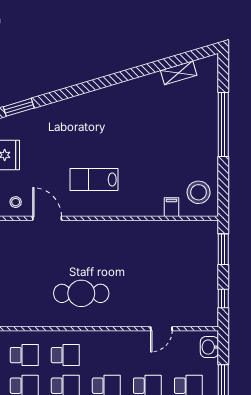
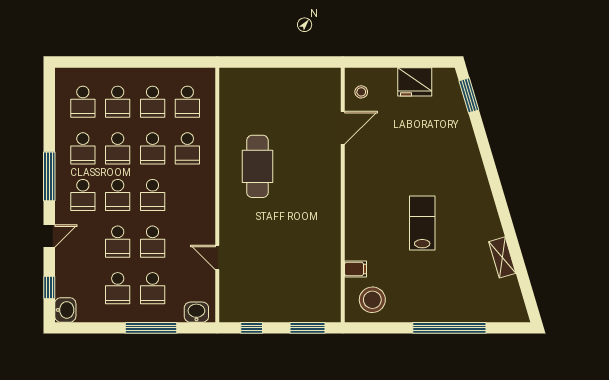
shelving: (179, 73) -> (502, 257), moved
lab bench: (94, 180) -> (422, 223), moved

